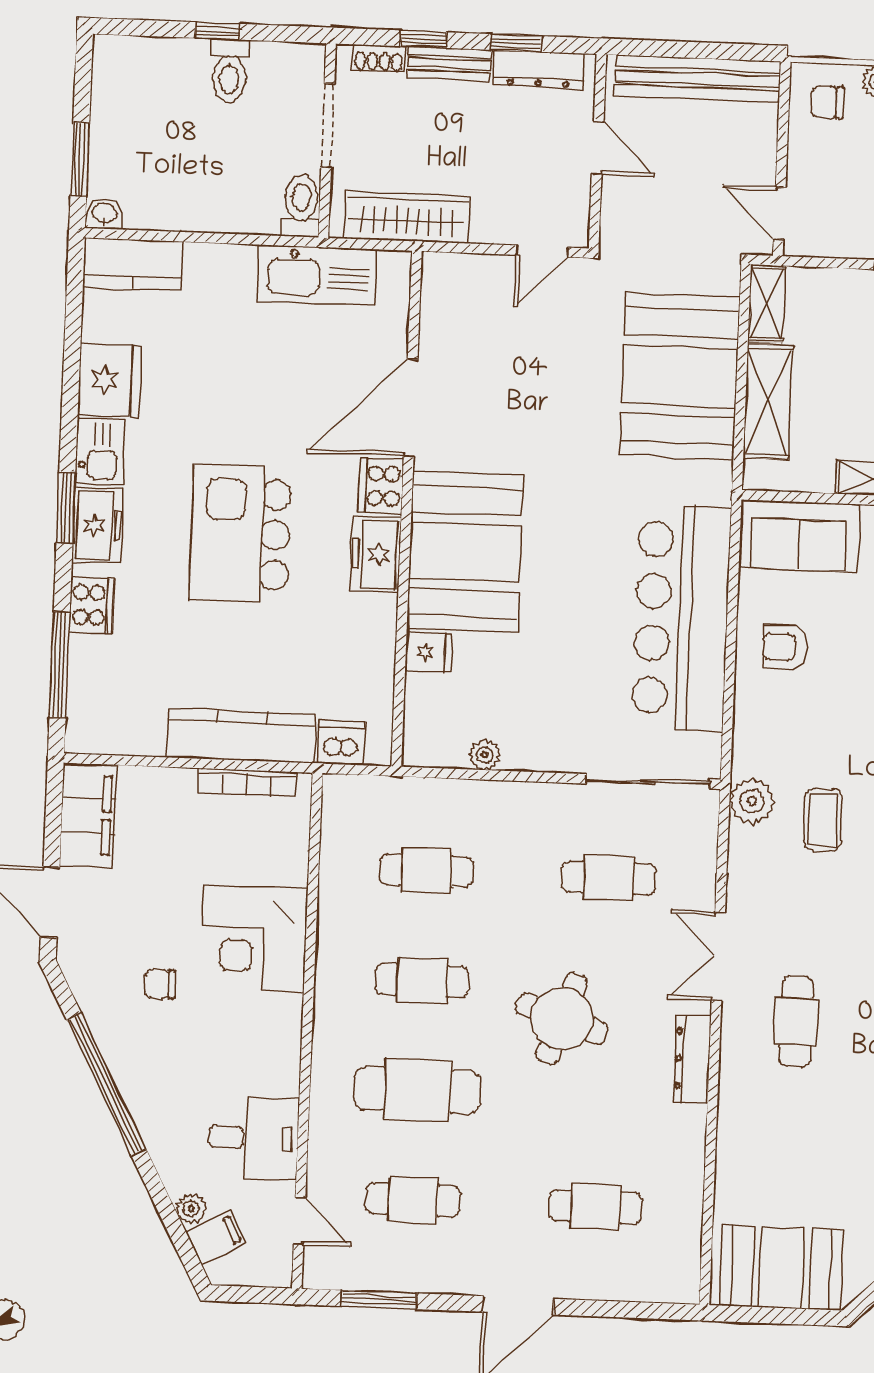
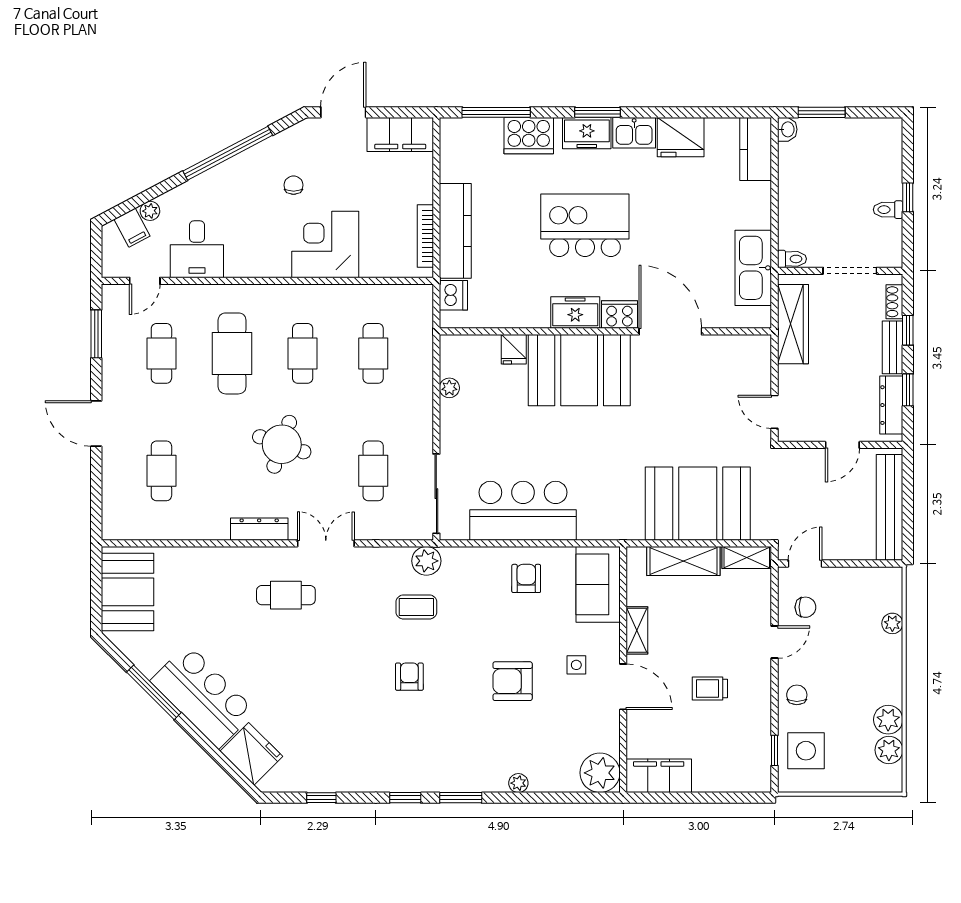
toilet: (230, 71) -> (888, 210), width x0.73, depth x0.72
chair: (828, 102) -> (805, 607), moved, turned 90
toilet: (301, 206) -> (792, 259), width x0.73, depth x0.72
cooker: (91, 605) -> (529, 136), width x1.37, depth x1.31
bar counter: (681, 618) -> (523, 511), width x0.73

